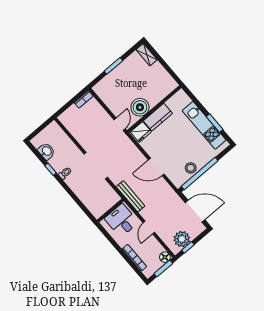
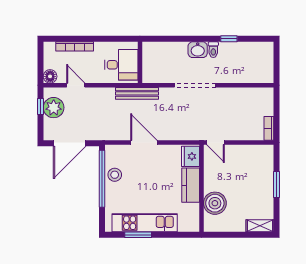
boiler: (140, 107) -> (215, 203), moved
washbasin: (46, 151) -> (198, 50), moved
door: (156, 167) -> (144, 142), hinge flipped
door: (149, 228) -> (76, 85), moved
window: (163, 268) -> (40, 66), removed

